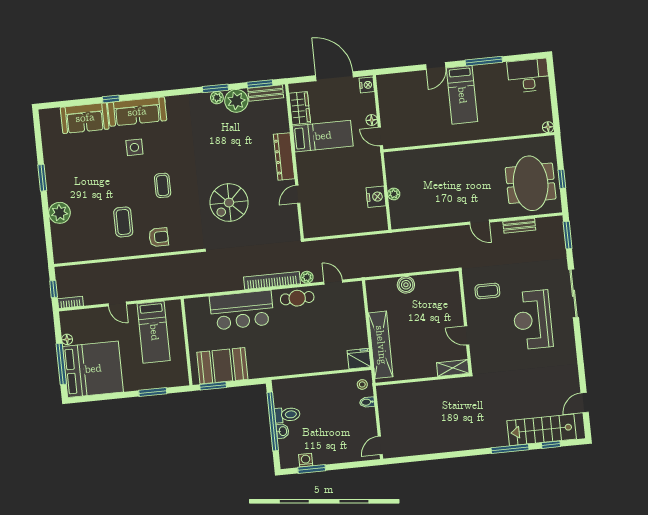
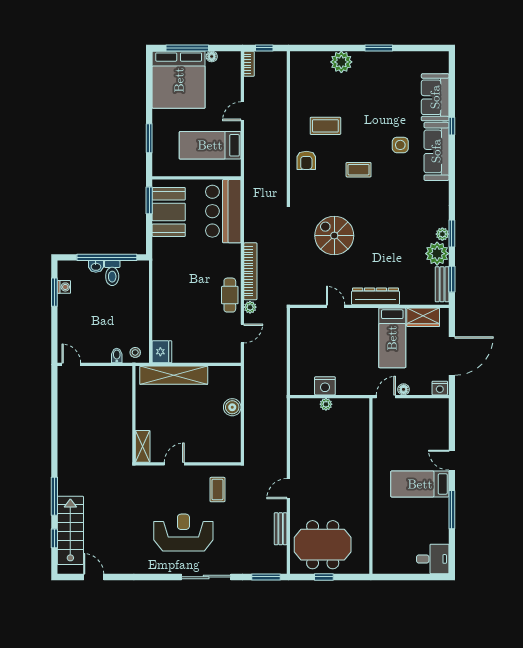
desk: (528, 75) -> (433, 559), width x0.73
floor lamp: (548, 127) -> (378, 568), removed
bar counter: (242, 310) -> (223, 211), moved

